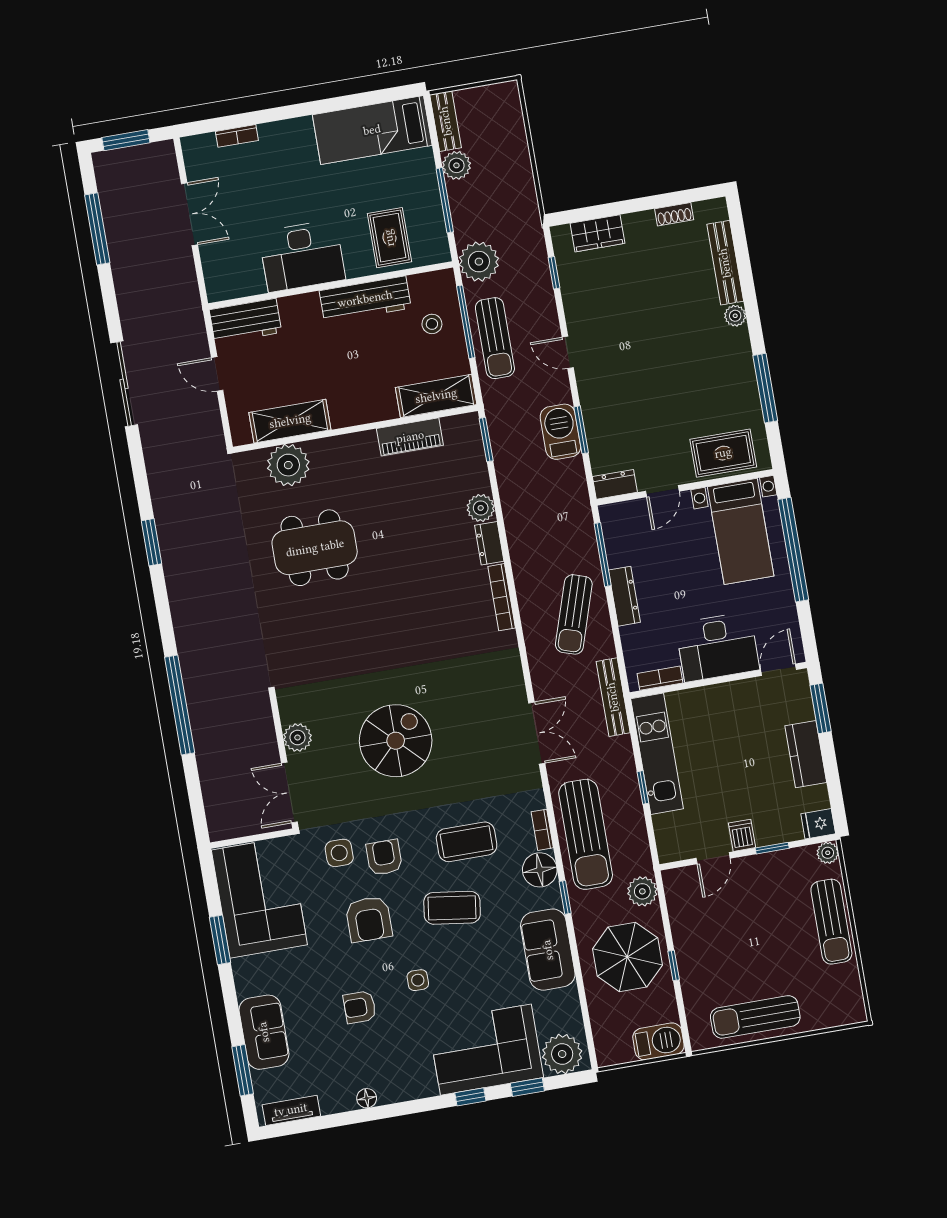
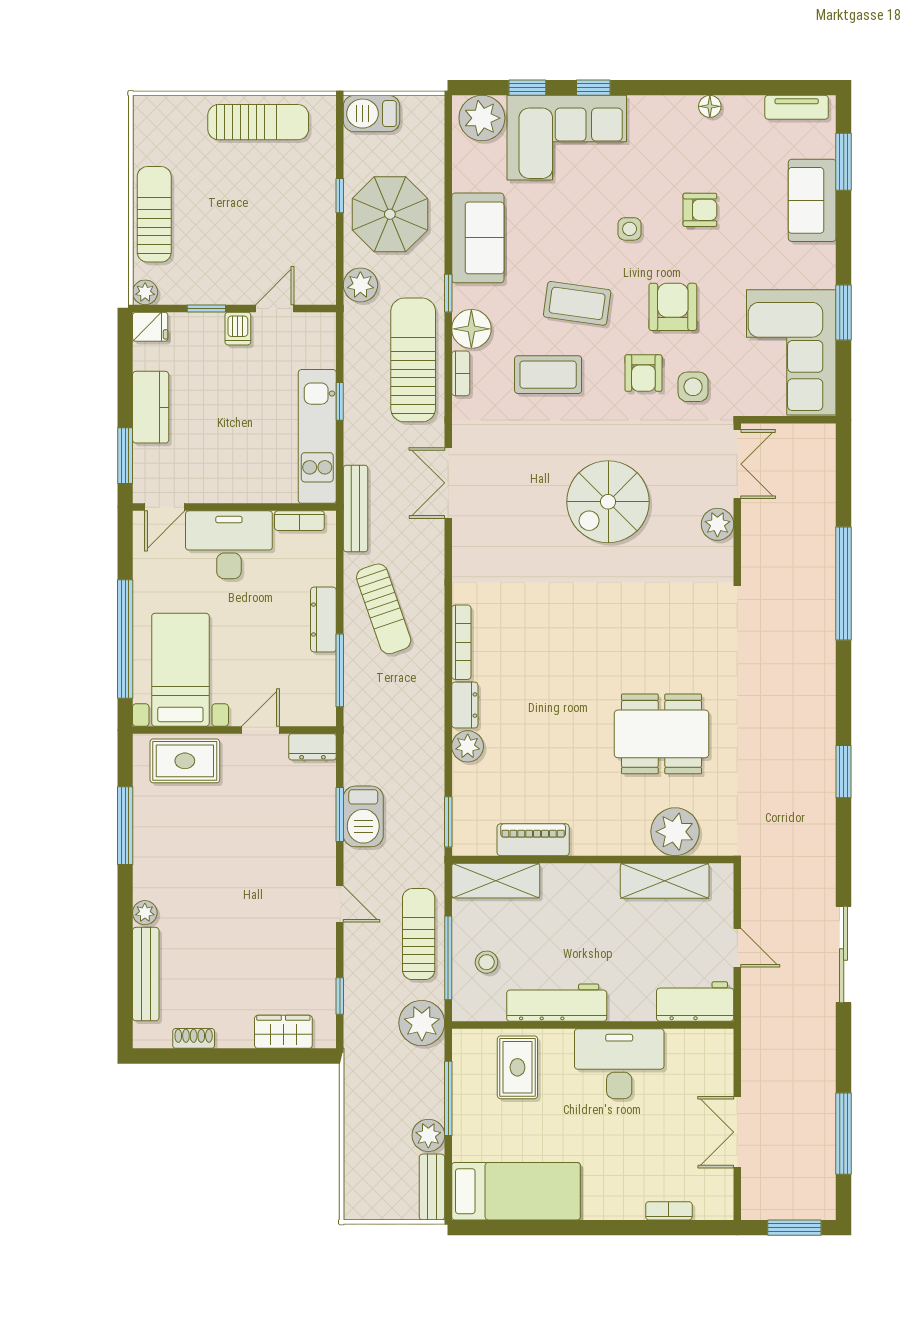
sun lounger: (574, 614) -> (384, 609), turned 143

